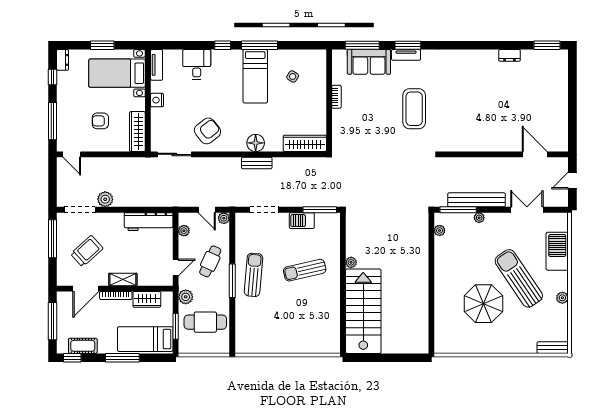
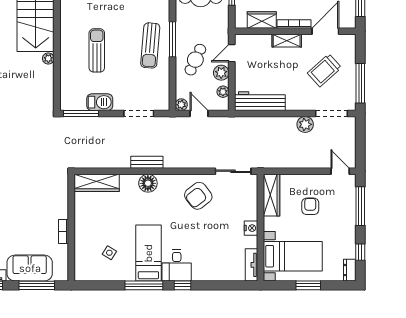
desk: (197, 64) -> (177, 265), moved
armchair: (100, 121) -> (310, 206), turned -90
sun lounger: (305, 270) -> (97, 50), turned -77
plant: (186, 297) -> (221, 73), moved

